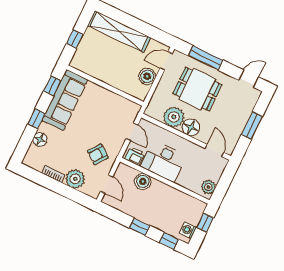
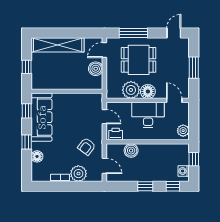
desk: (164, 161) -> (148, 115), moved, turned 180

